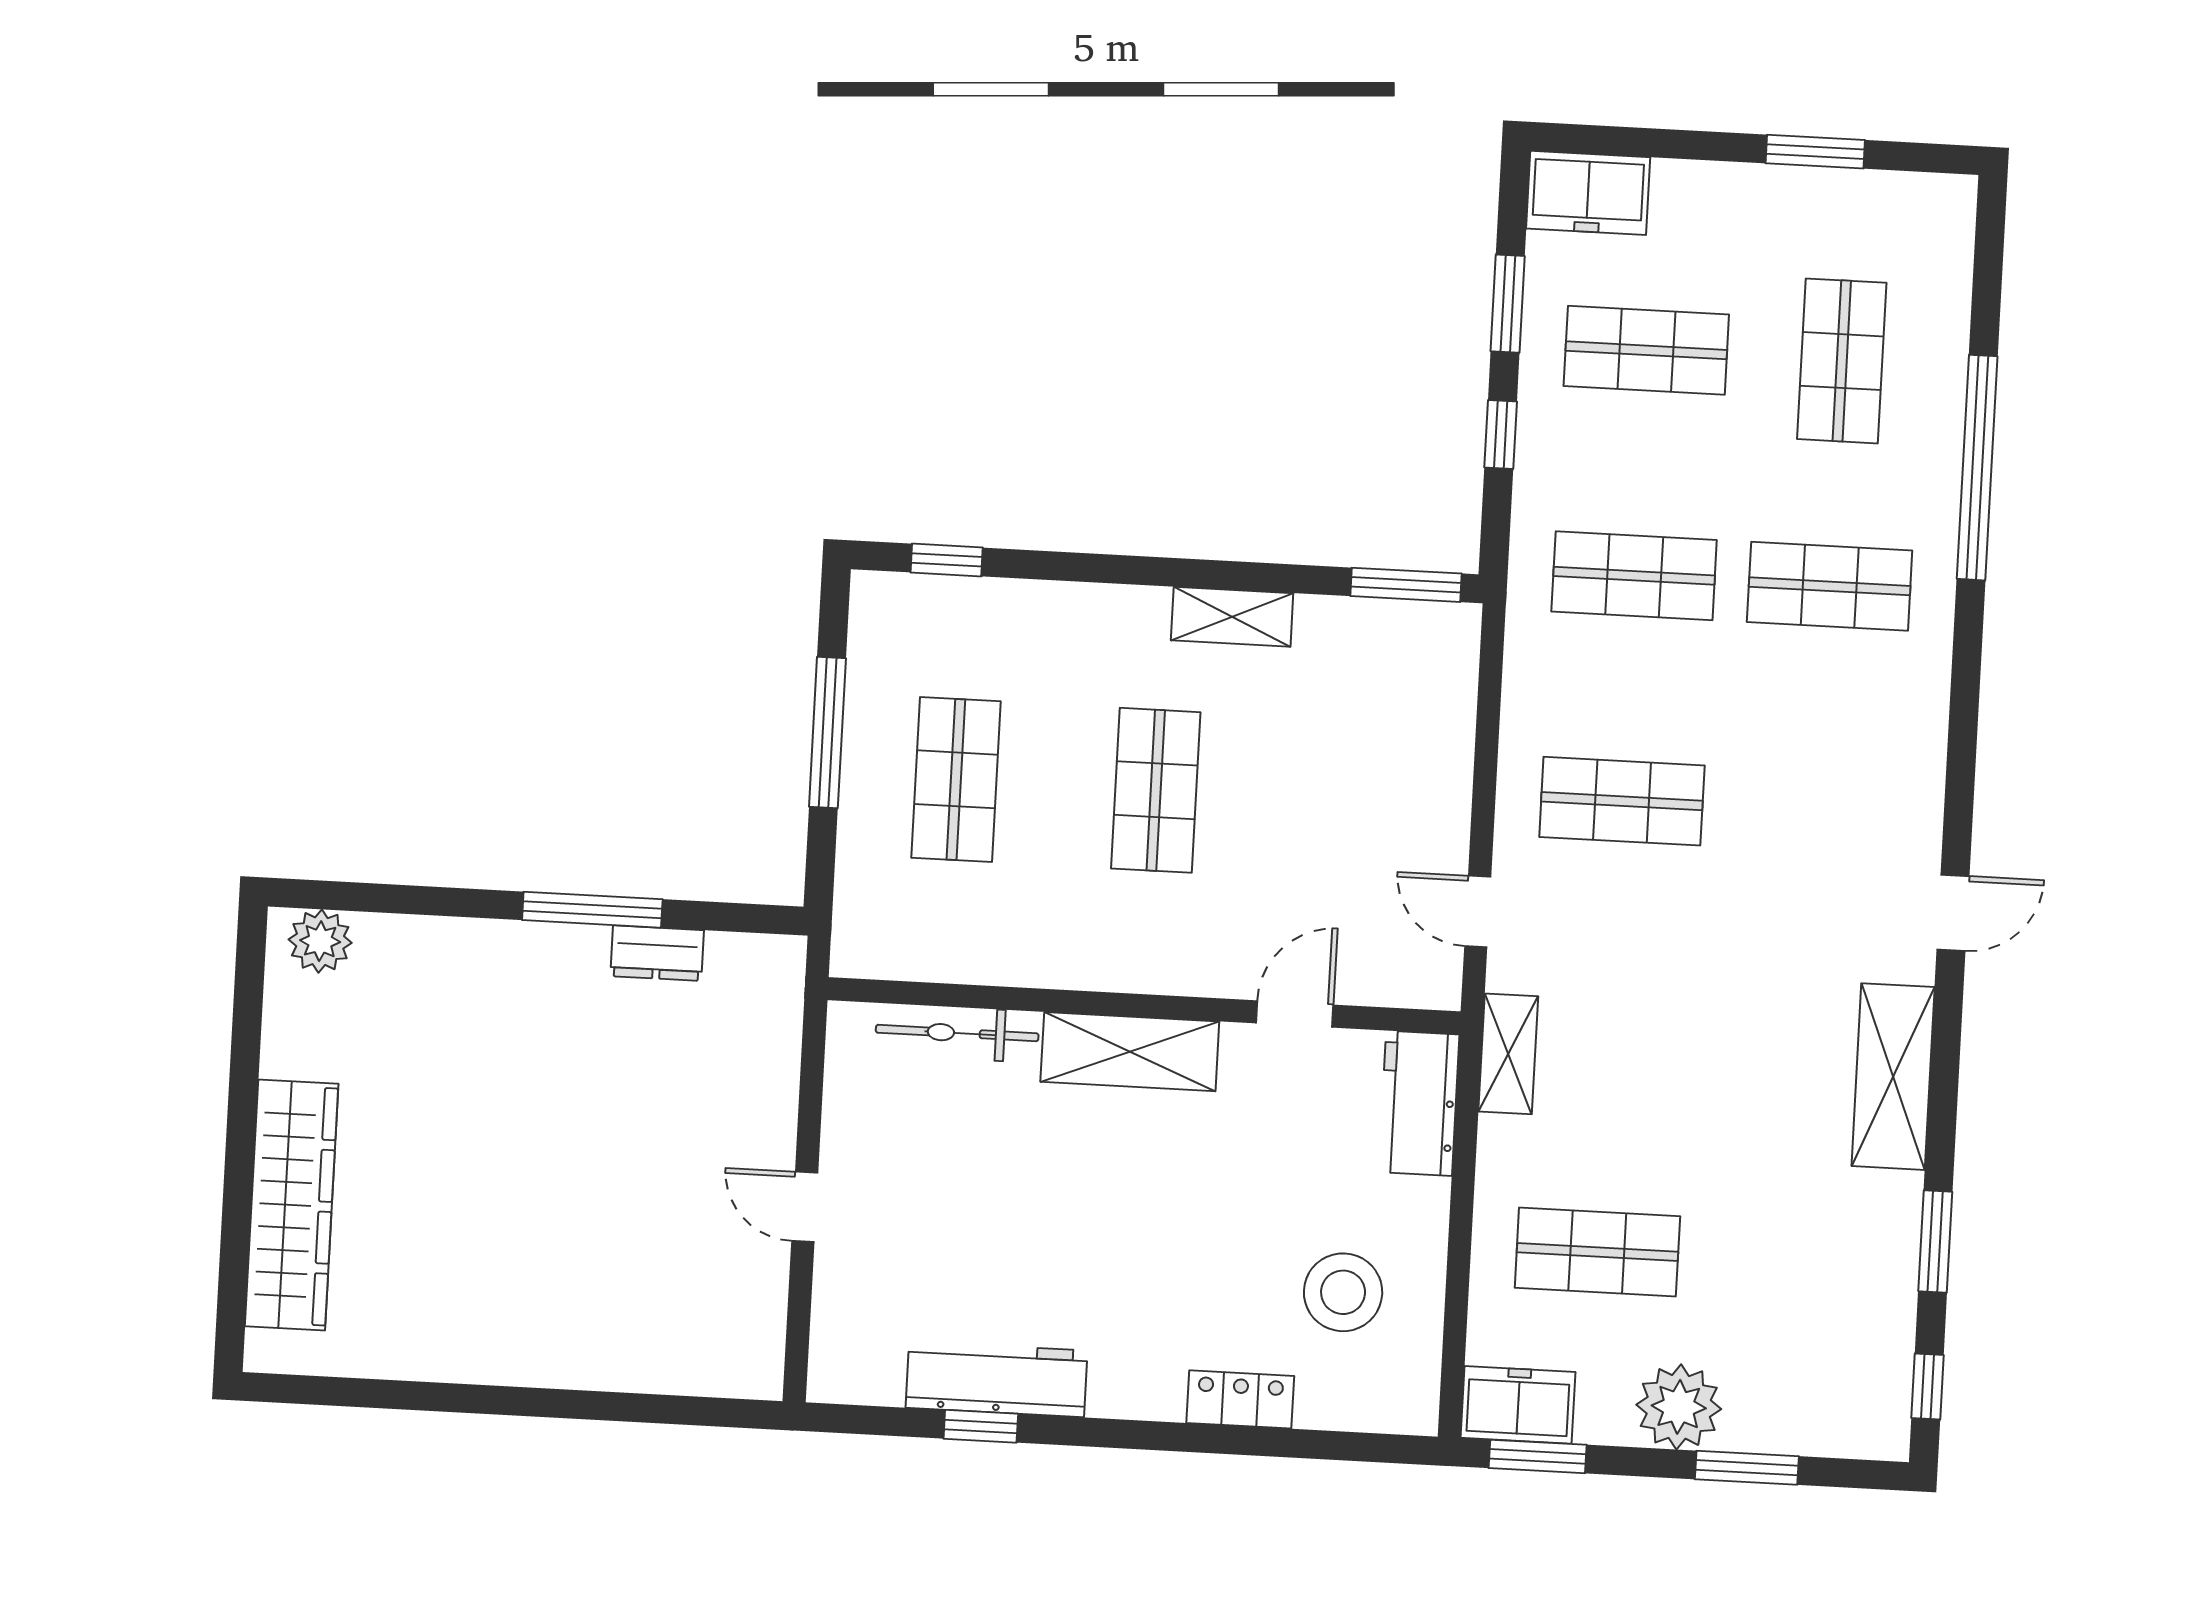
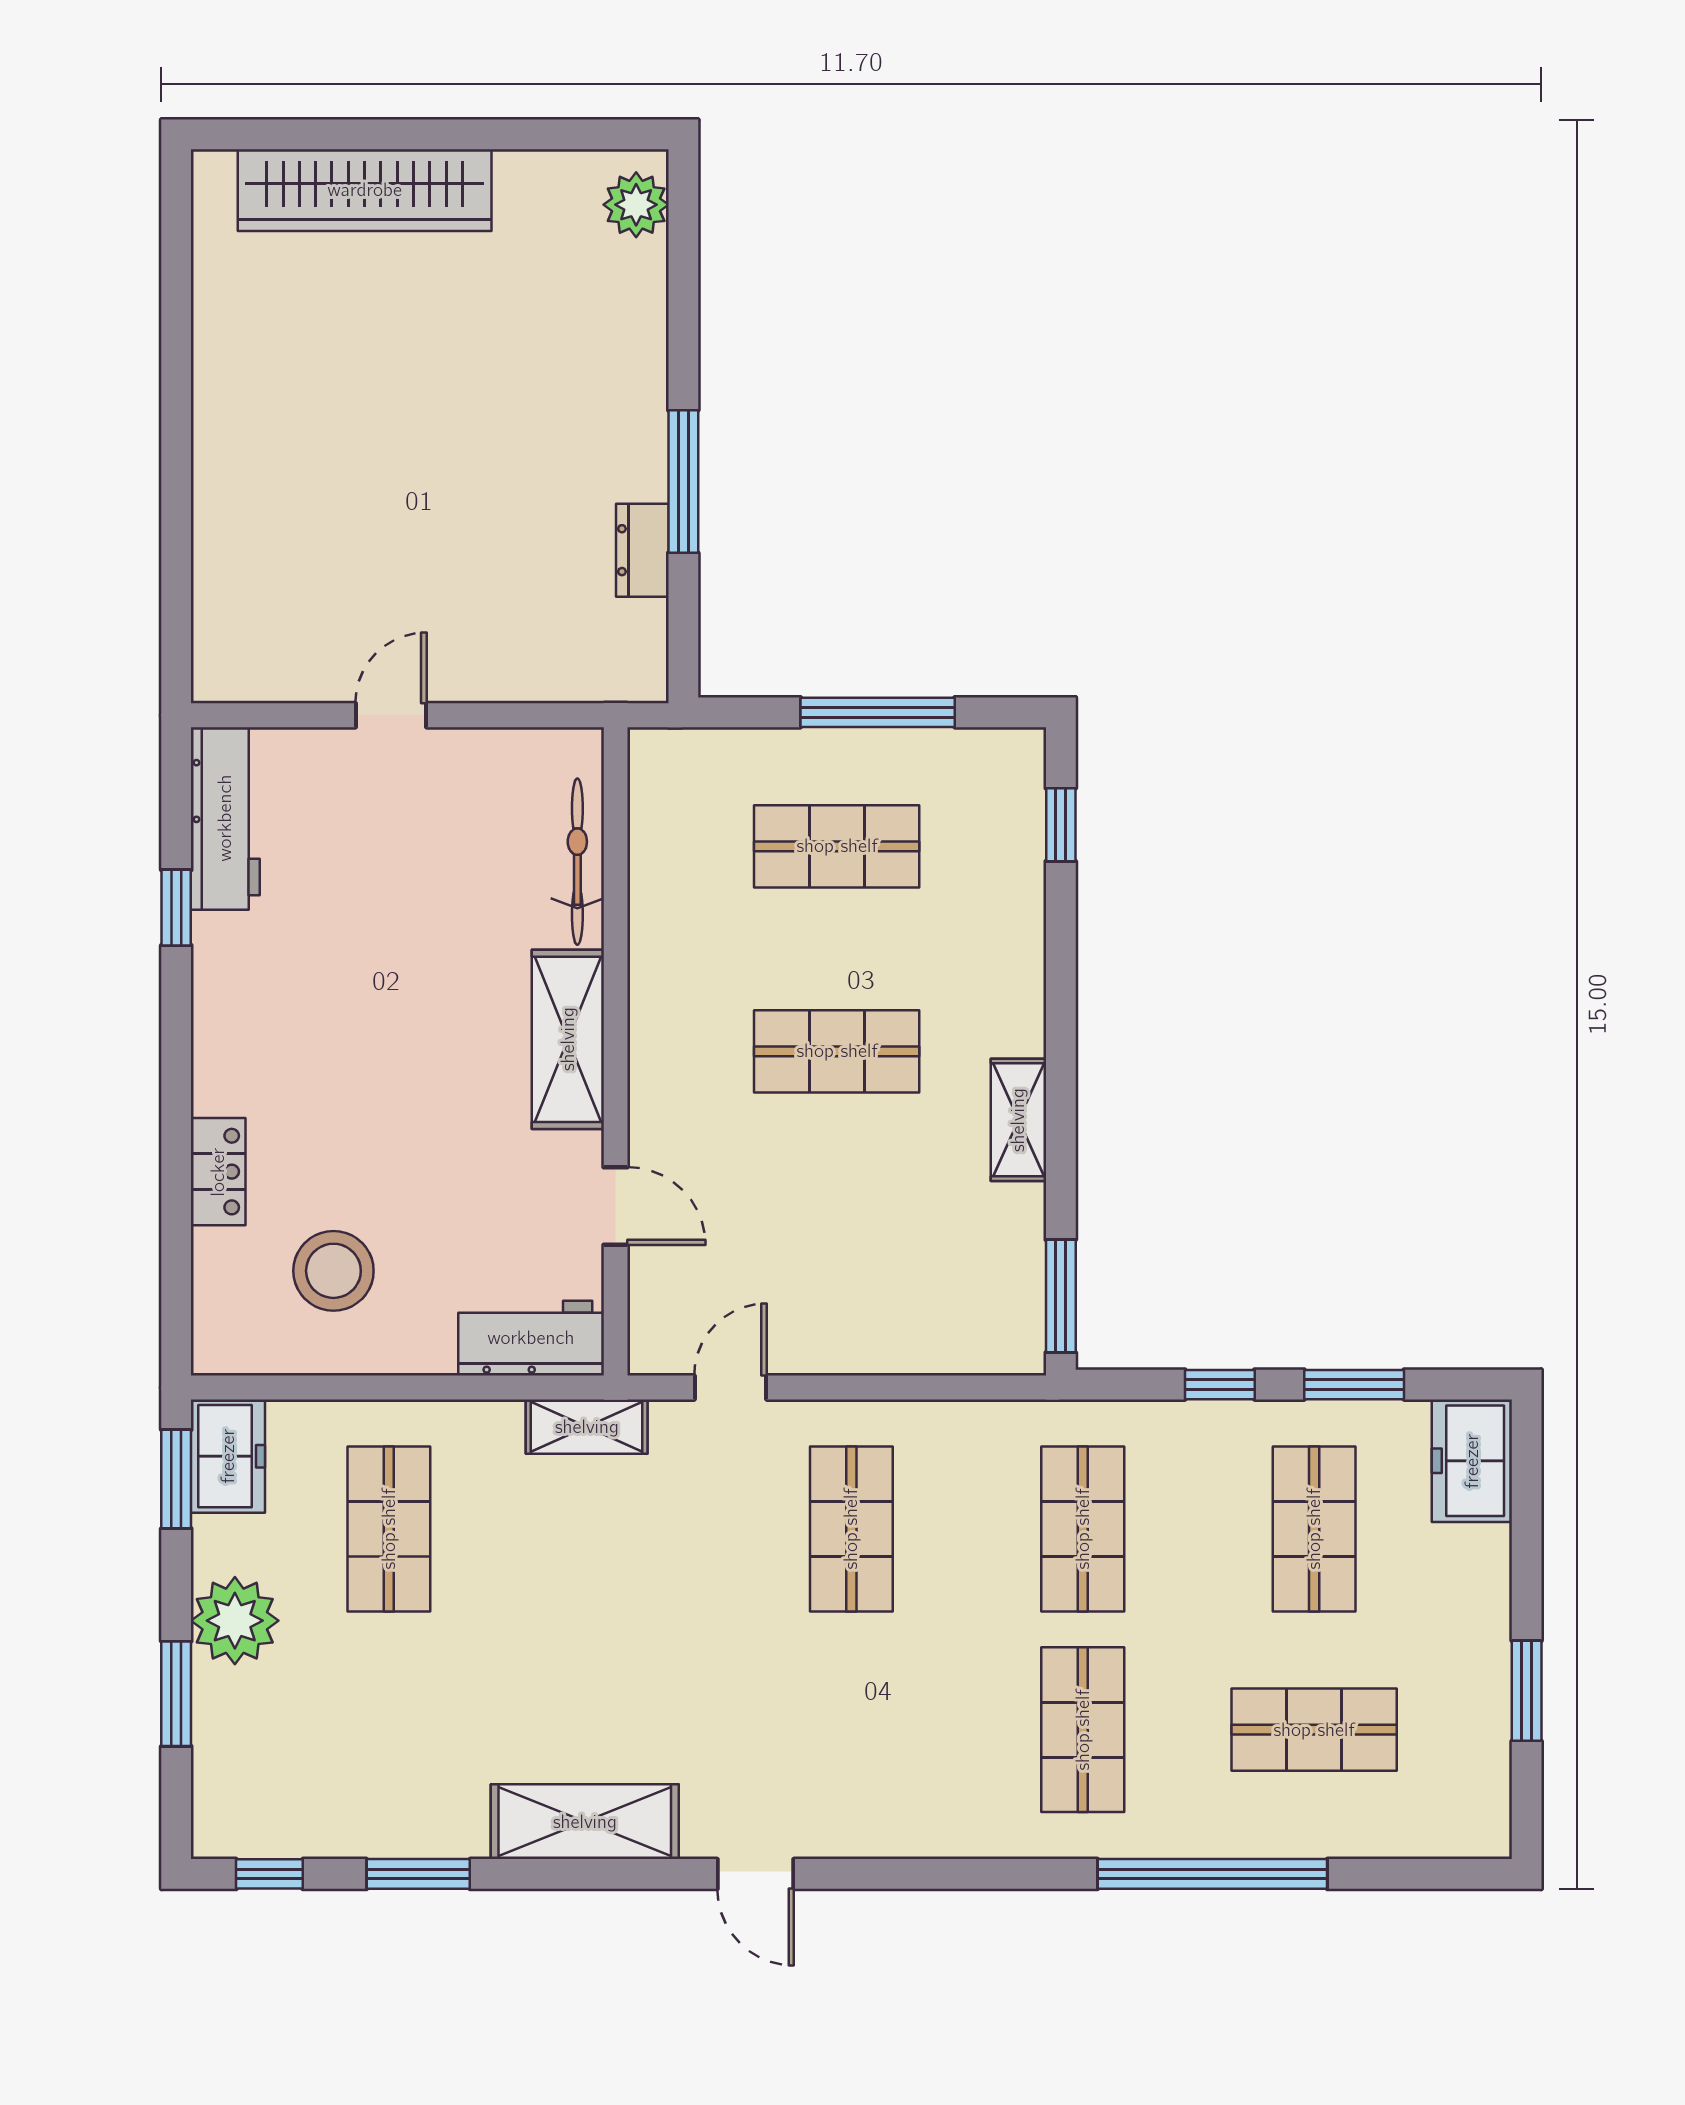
workbench: (996, 1379) -> (225, 818), moved

